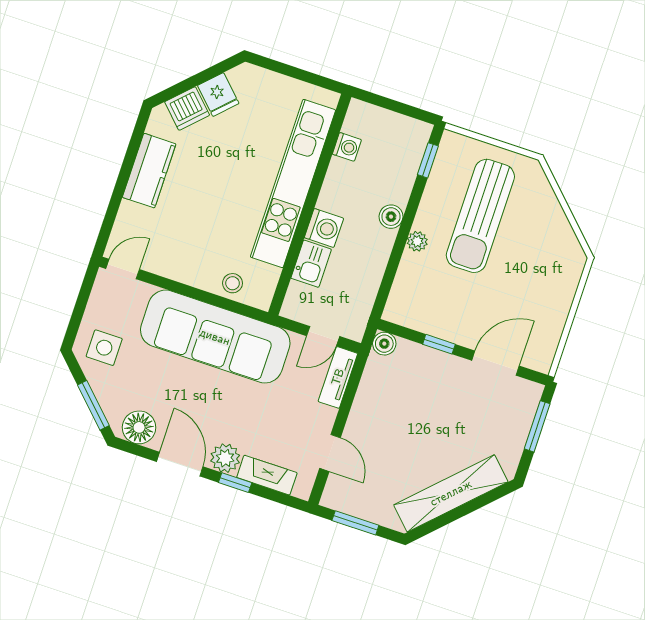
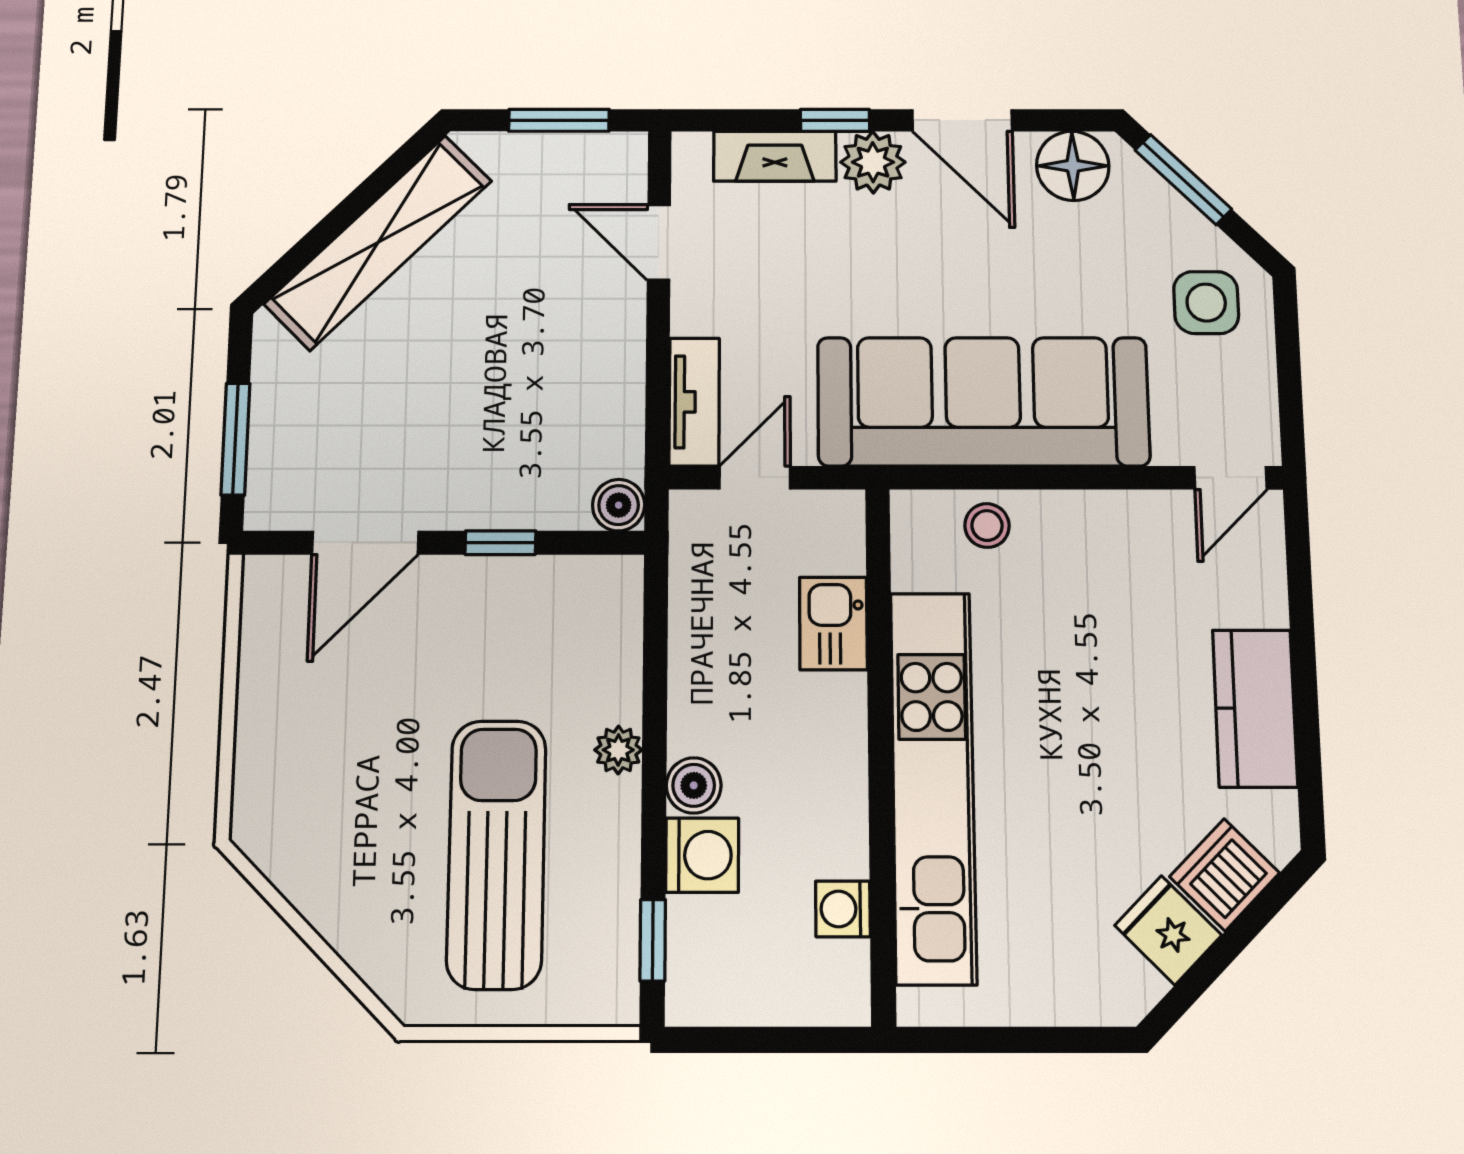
washing machine: (324, 228) -> (702, 855), moved, turned 180

